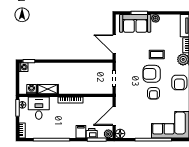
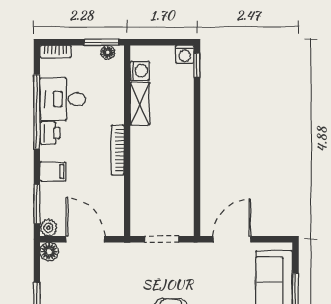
desk: (39, 108) -> (63, 99), moved, turned 180
printer: (92, 133) -> (50, 133), moved

